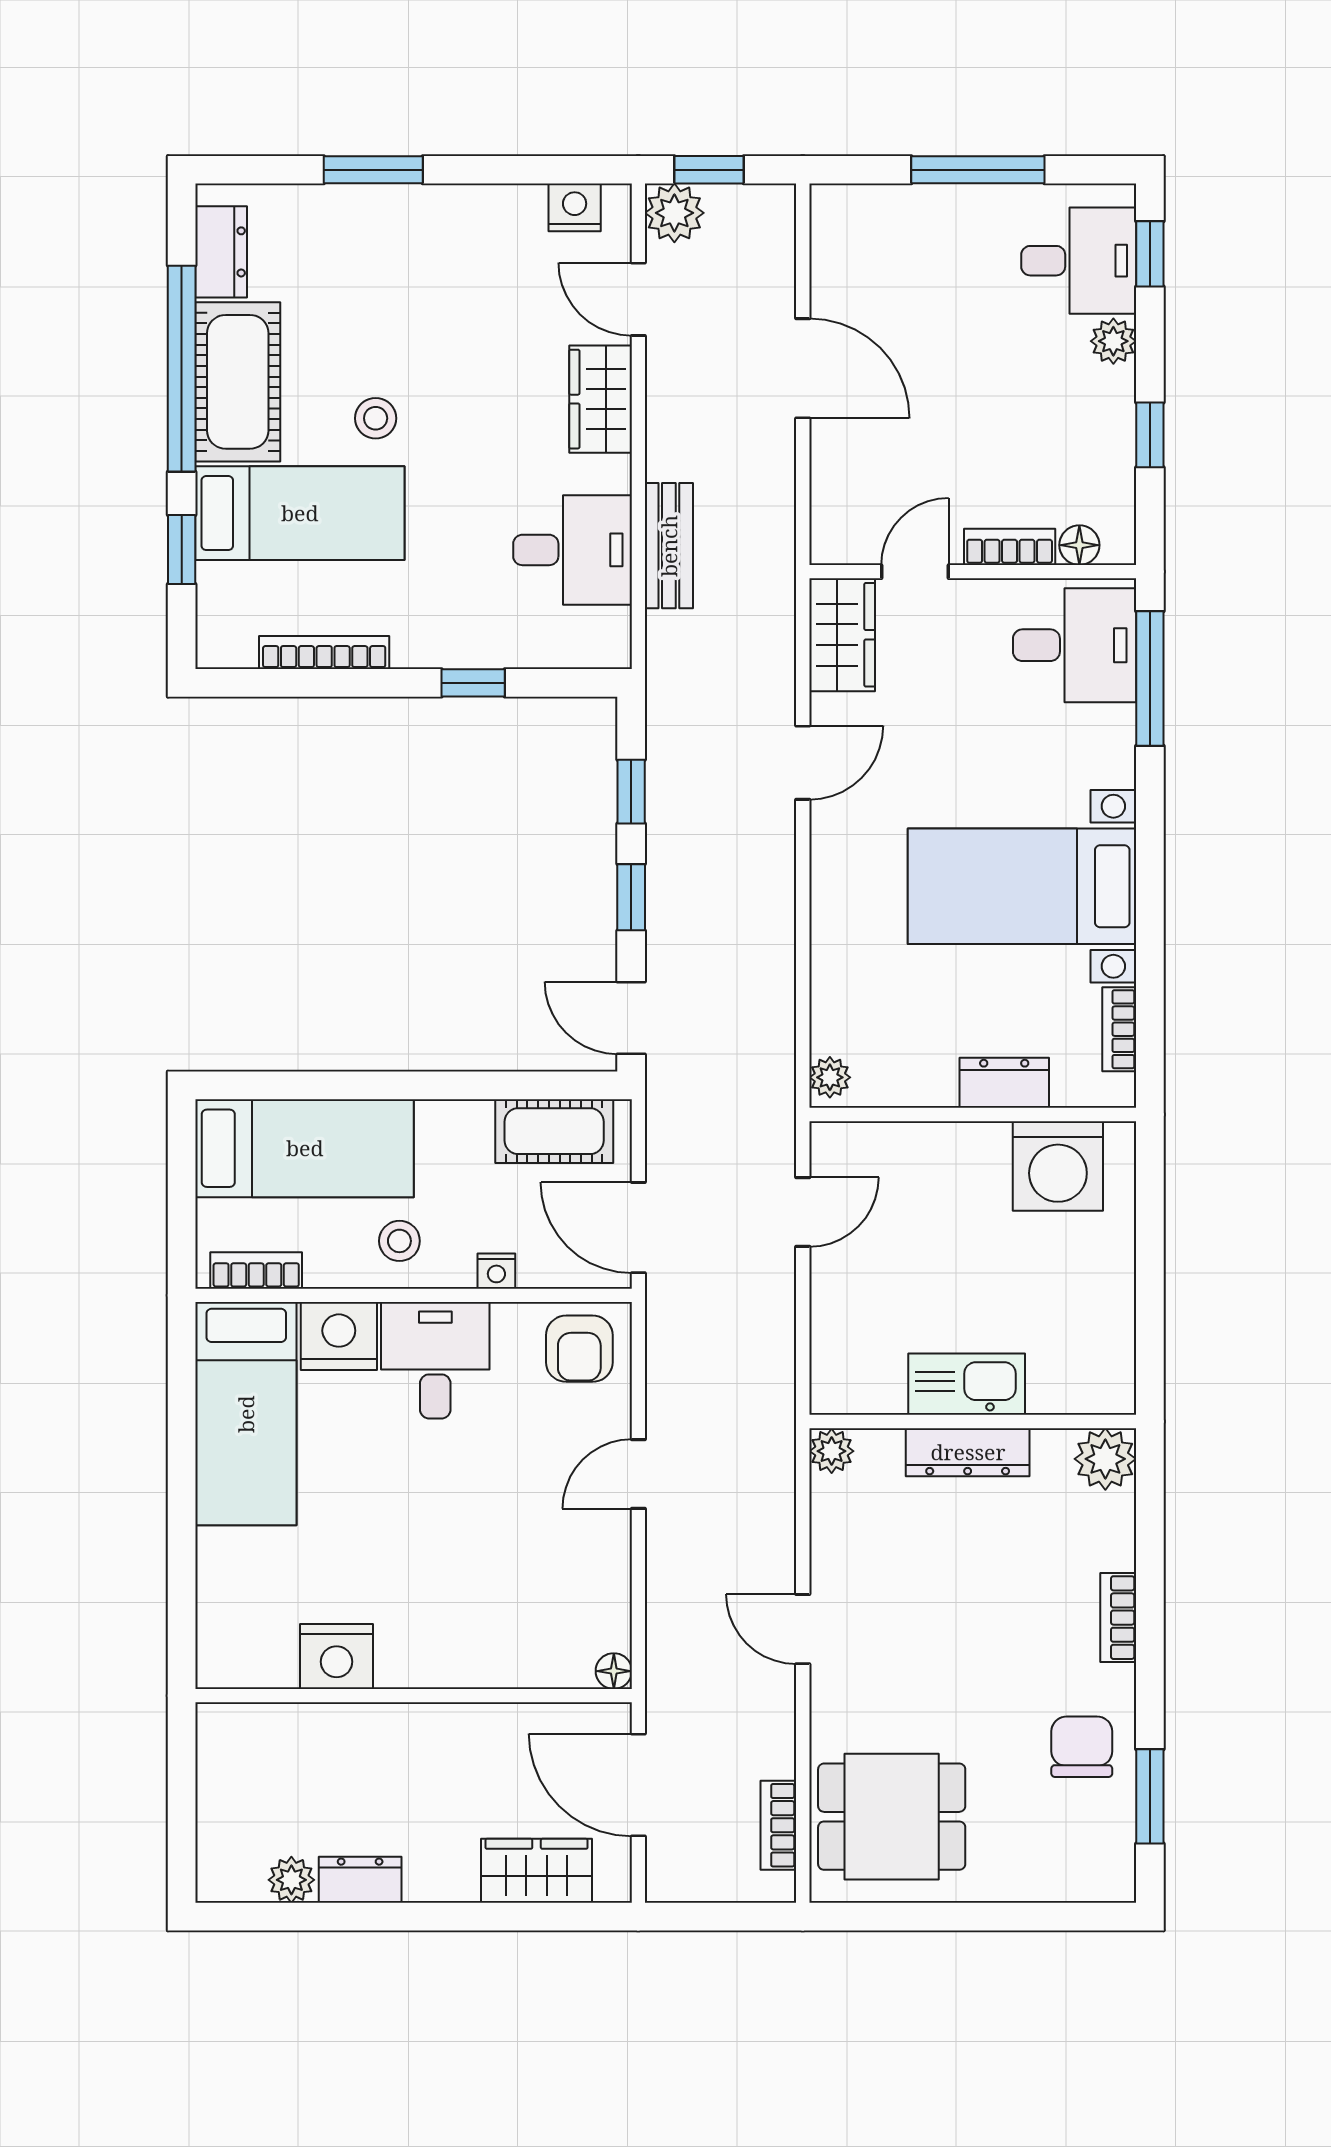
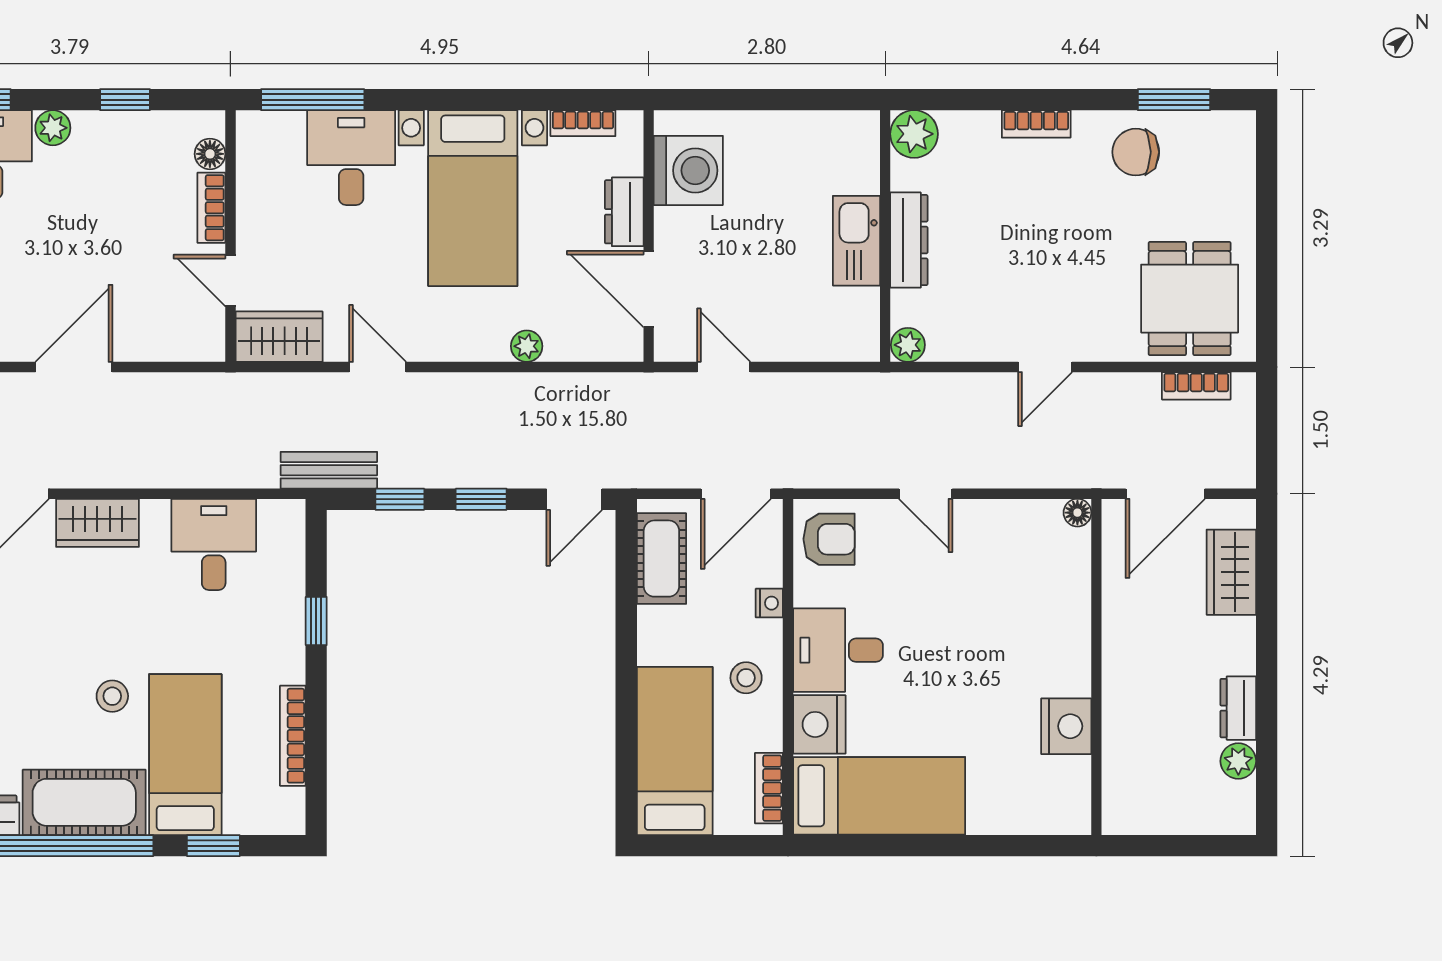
bench: (669, 546) -> (329, 470), moved
desk: (1075, 645) -> (351, 158), moved
plant: (830, 1077) -> (527, 346), moved
door: (904, 1114) -> (649, 289), added

